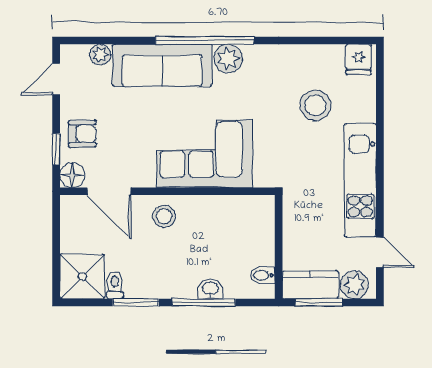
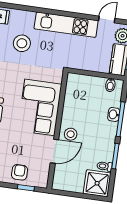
floor lamp: (72, 175) -> (41, 181), removed
door: (109, 191) -> (54, 151), moved

